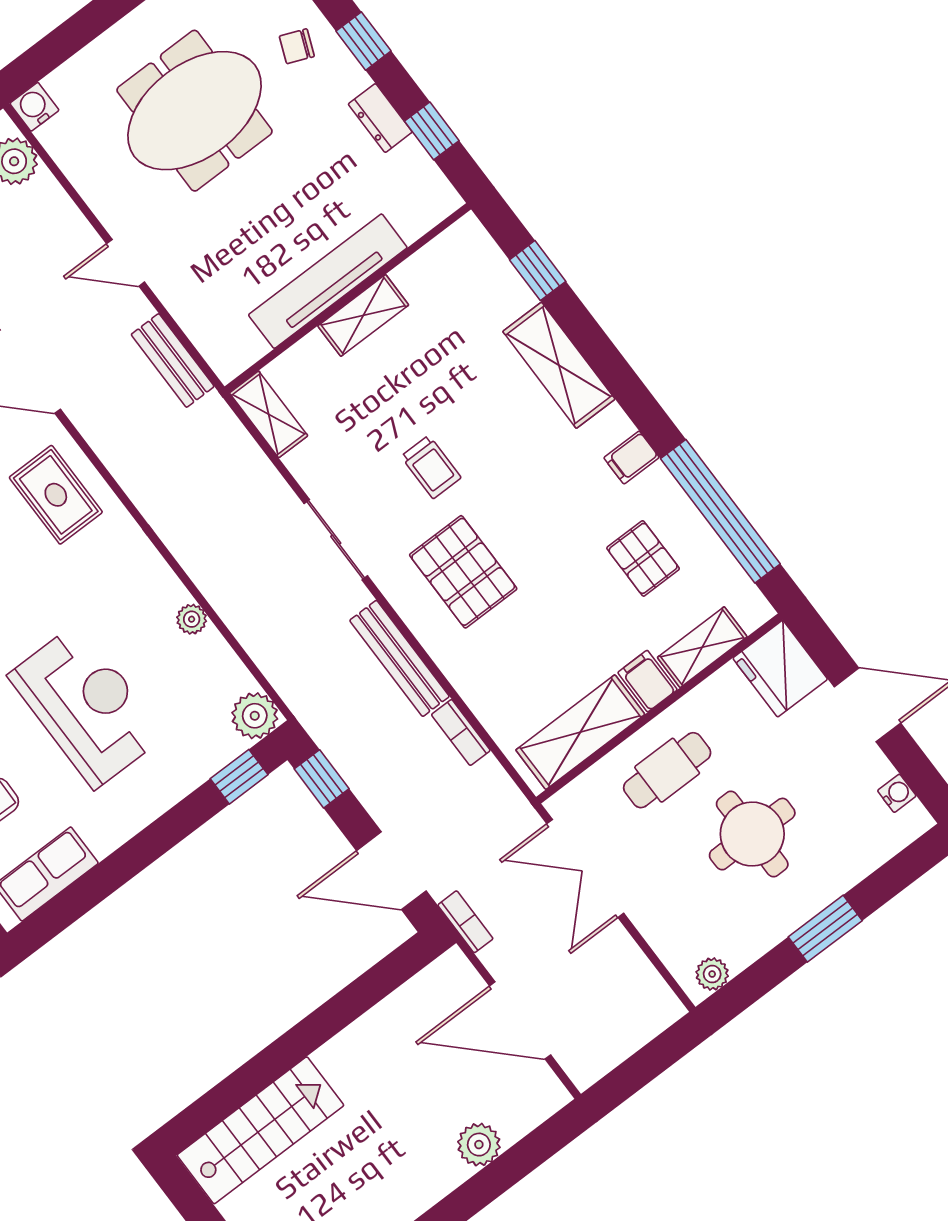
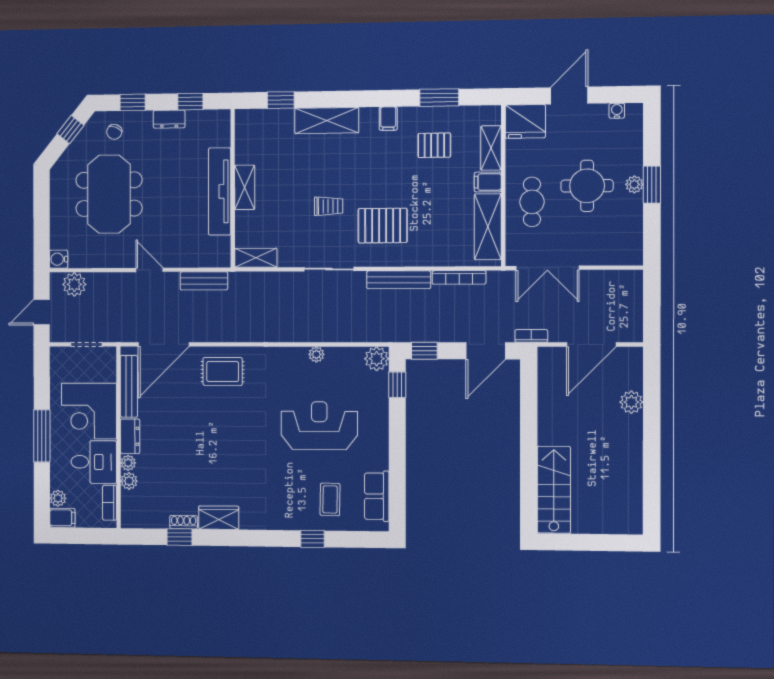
door: (126, 263) -> (149, 270), swing flipped
window: (720, 511) -> (439, 98), width x0.47
bookcase: (461, 732) -> (459, 277), width x1.56
plant: (712, 974) -> (634, 184), moved

